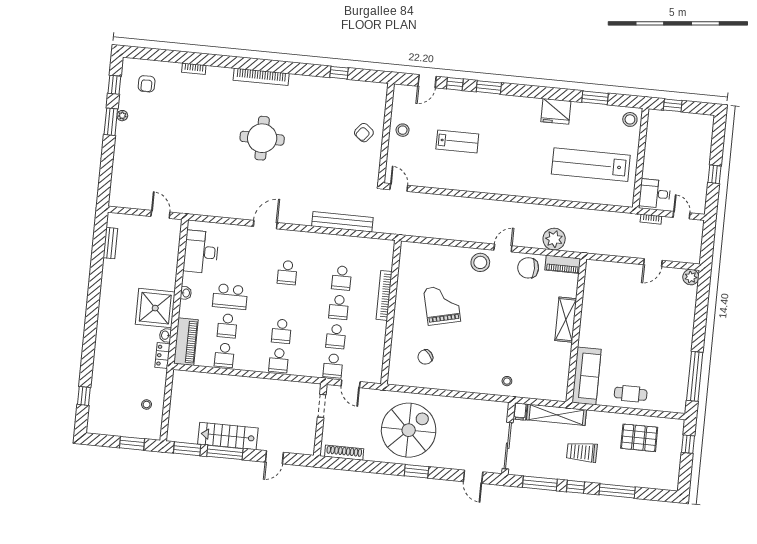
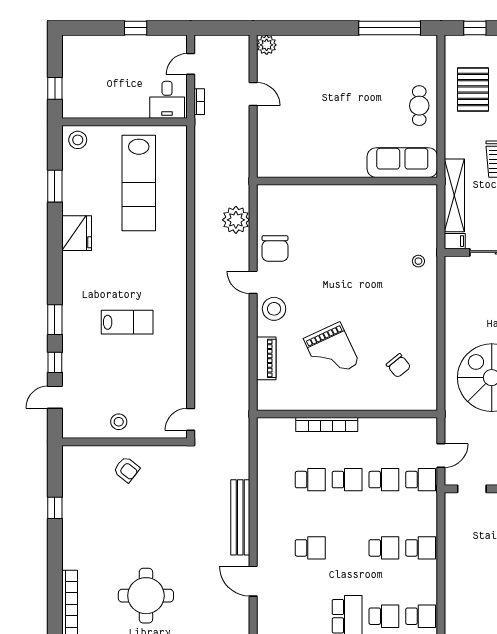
door: (427, 81) -> (55, 397), swing flipped
lab bench: (457, 141) -> (127, 322), moved, turned 90
bench: (342, 222) -> (240, 517), moved
piano: (563, 264) -> (266, 358), moved
grand piano: (442, 305) -> (331, 351), turned -102
shelving: (566, 320) -> (335, 195), removed

